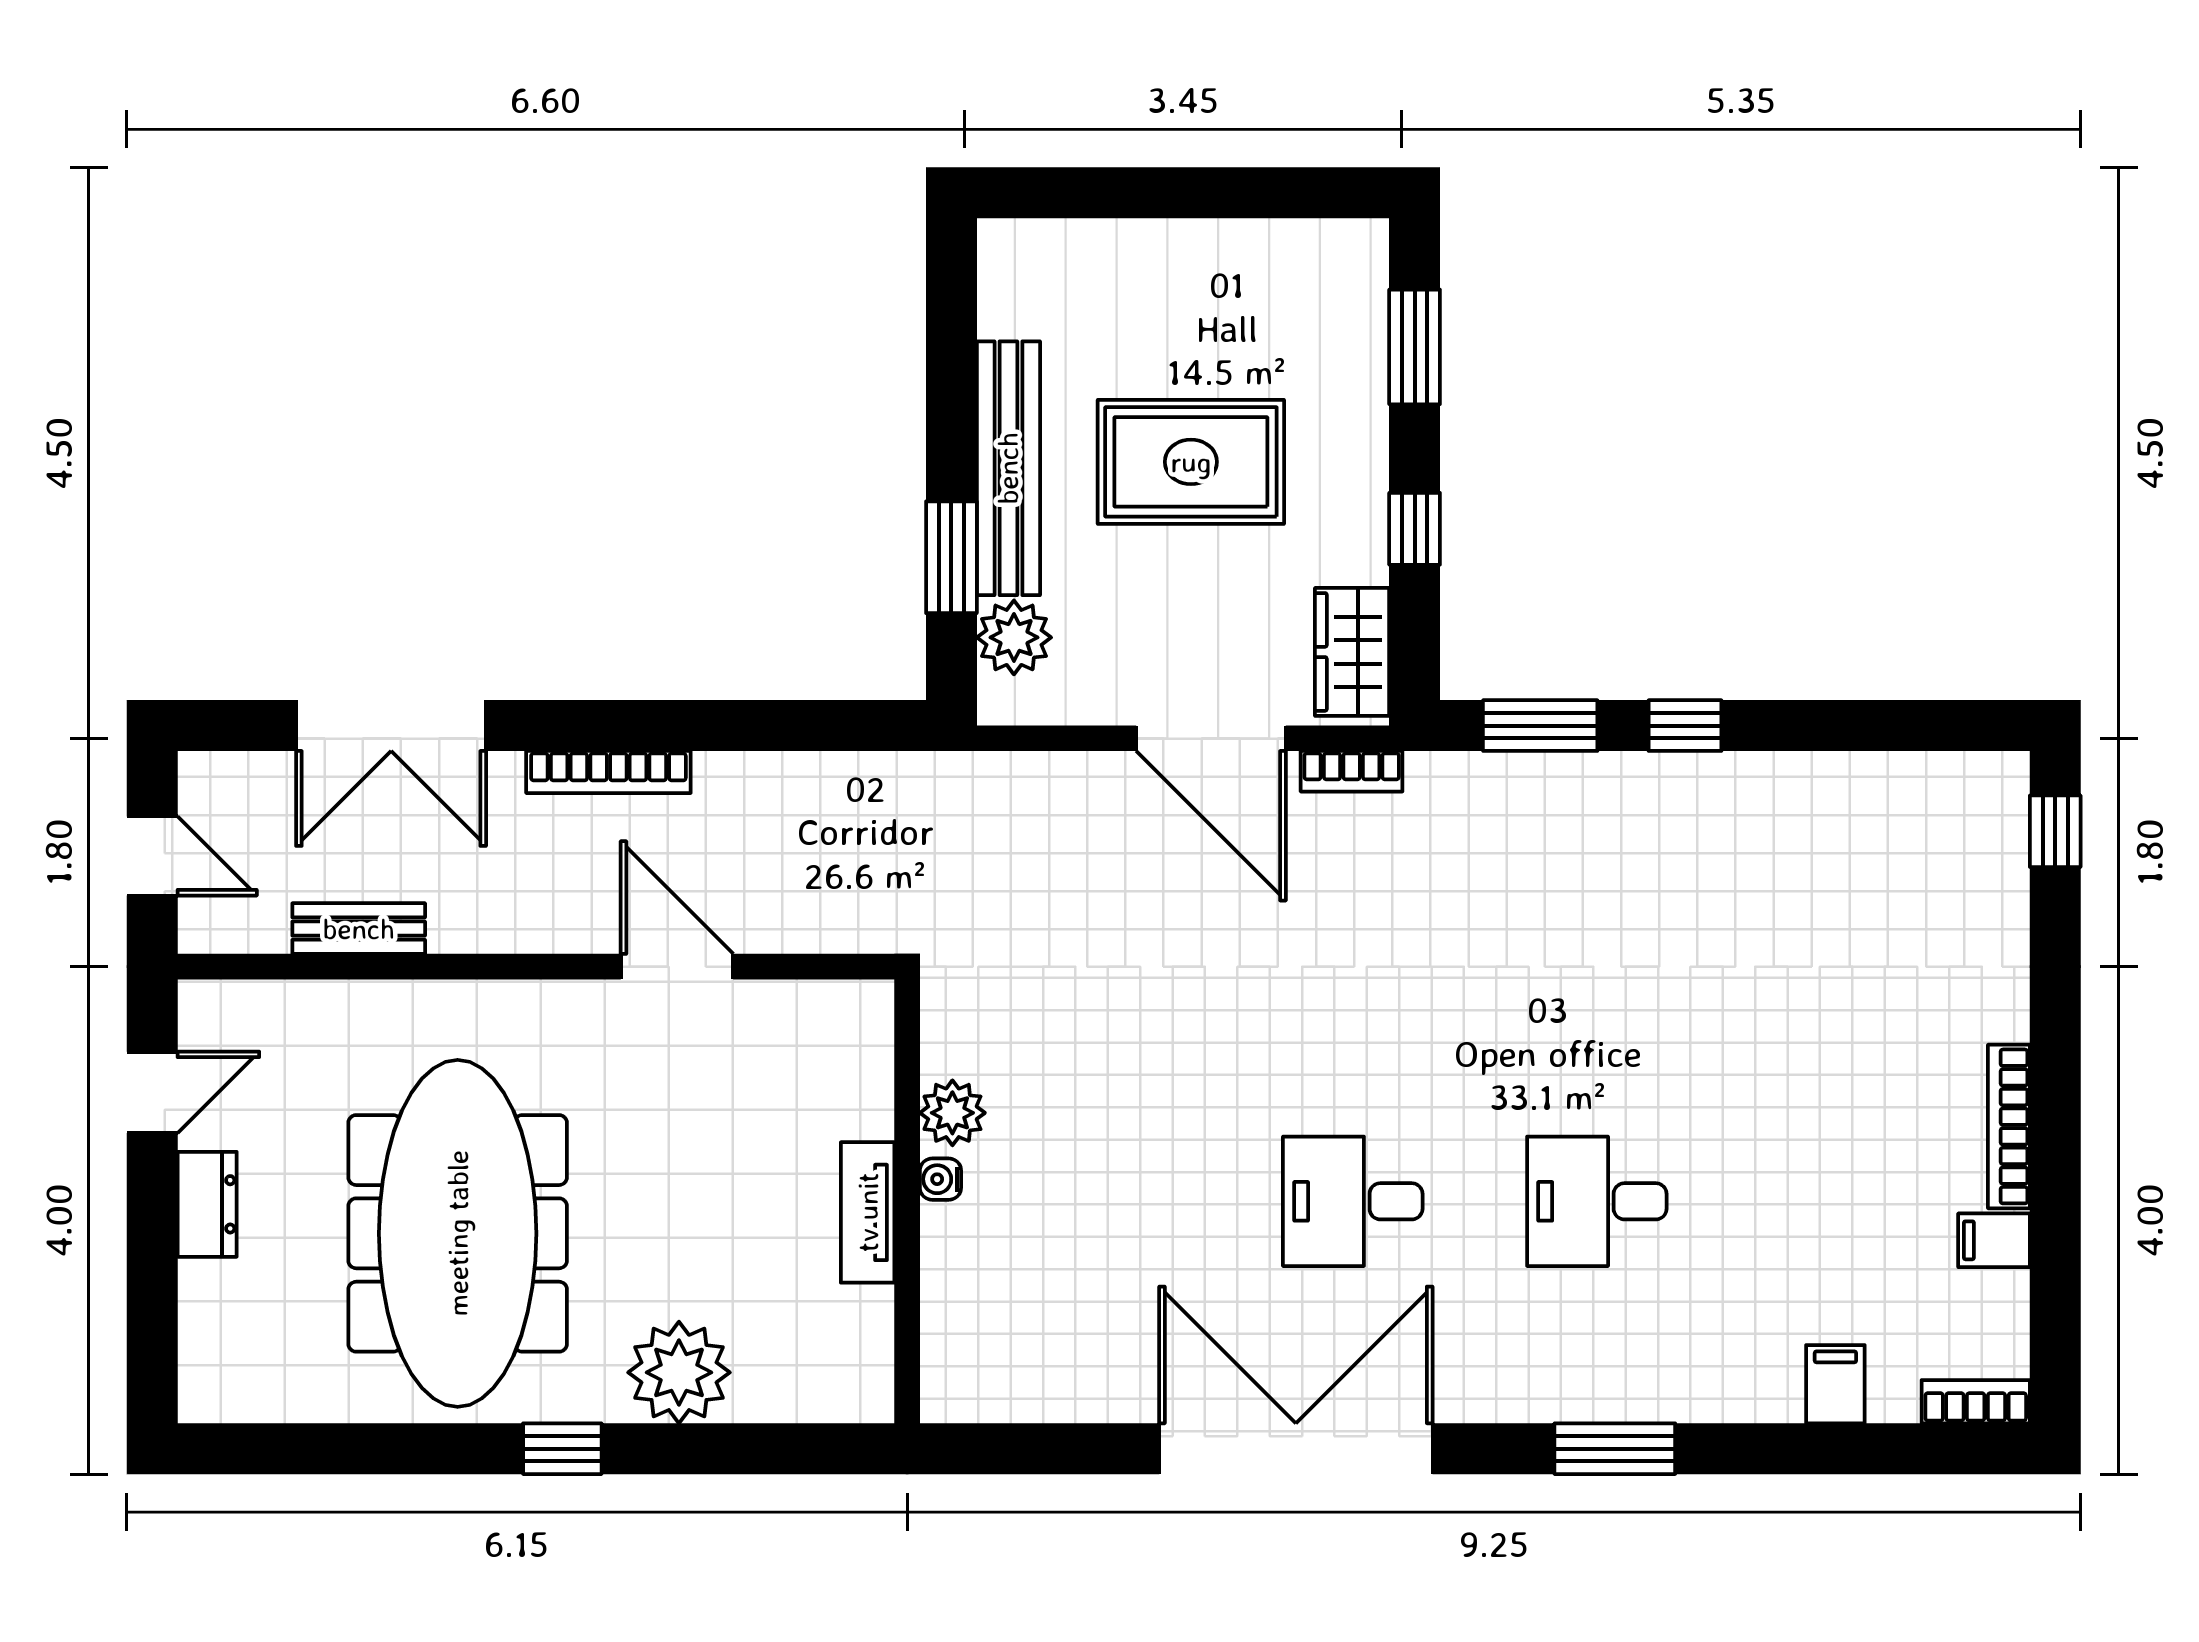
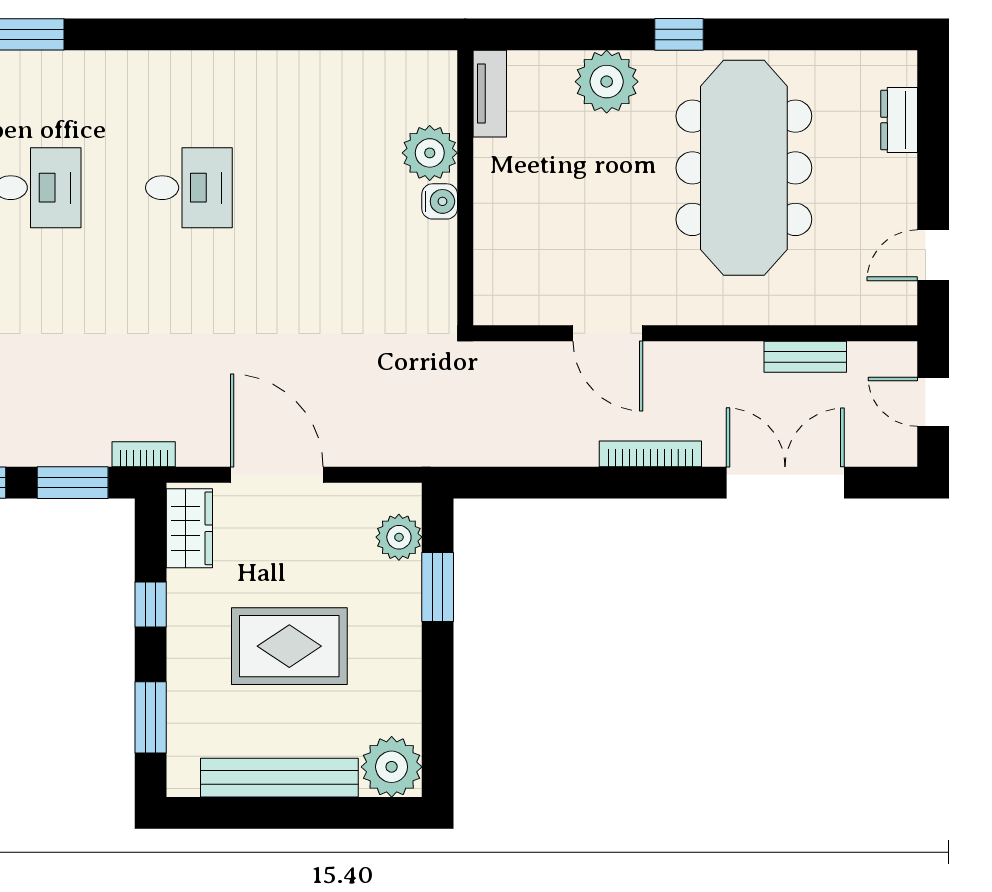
plant: (1026, 267) -> (392, 767), added
bench: (1008, 468) -> (279, 778), moved, turned 90
bookcase: (1352, 771) -> (144, 454), moved
plant: (952, 1113) -> (430, 153), moved, width x1.36, depth x1.36
water cooler: (940, 1179) -> (440, 201), width x1.38, depth x1.38
dresser: (207, 1204) -> (899, 120), moved
tv unit: (868, 1212) -> (490, 94), moved
double door: (1296, 1449) -> (224, 34), removed

